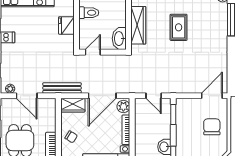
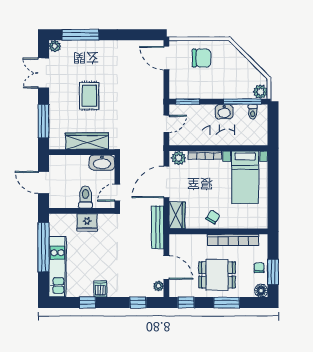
toilet: (89, 13) -> (85, 197), moved
rug: (179, 27) -> (89, 96), turned 90
door: (93, 52) -> (117, 193), hinge flipped
door: (27, 96) -> (166, 267), hinge flipped
door: (102, 96) -> (166, 182), swing flipped
chair: (212, 127) -> (202, 58), turned 180

